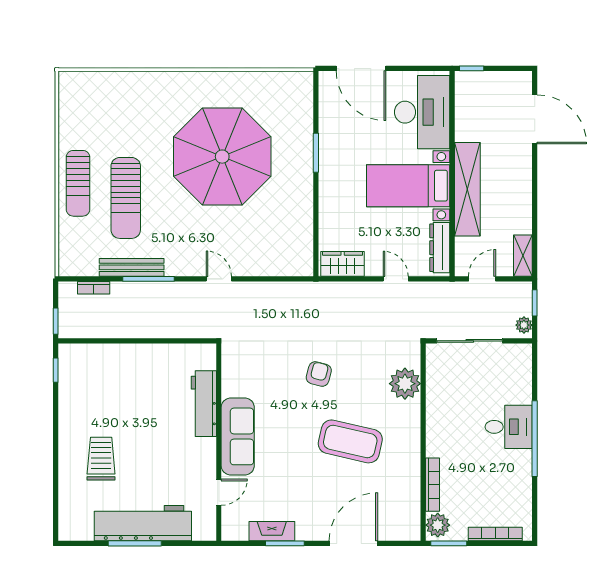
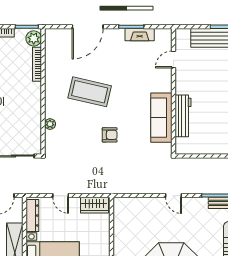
armchair: (319, 374) -> (110, 135), turned -105
plant: (405, 384) -> (50, 124), width x0.53, depth x0.53
sofa: (238, 436) -> (161, 118), moved

